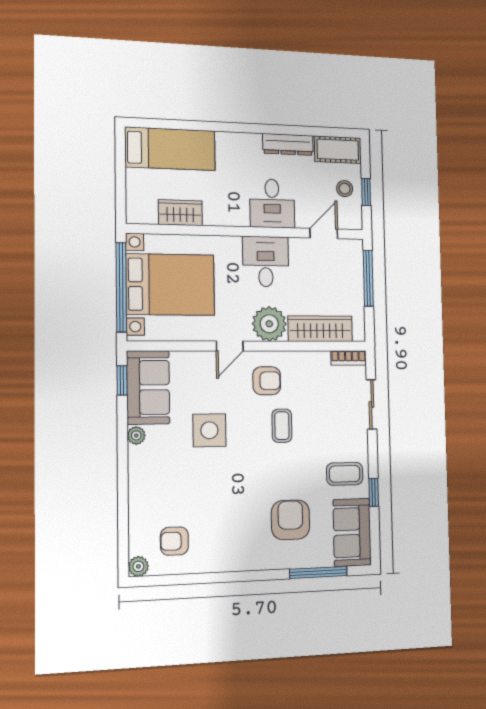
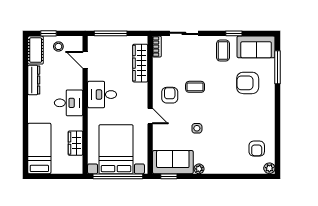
window: (366, 192) -> (49, 33), moved
desk: (272, 203) -> (69, 103), moved
plant: (269, 324) -> (138, 93), removed
side table: (209, 430) -> (197, 128), width x0.54, depth x0.54

